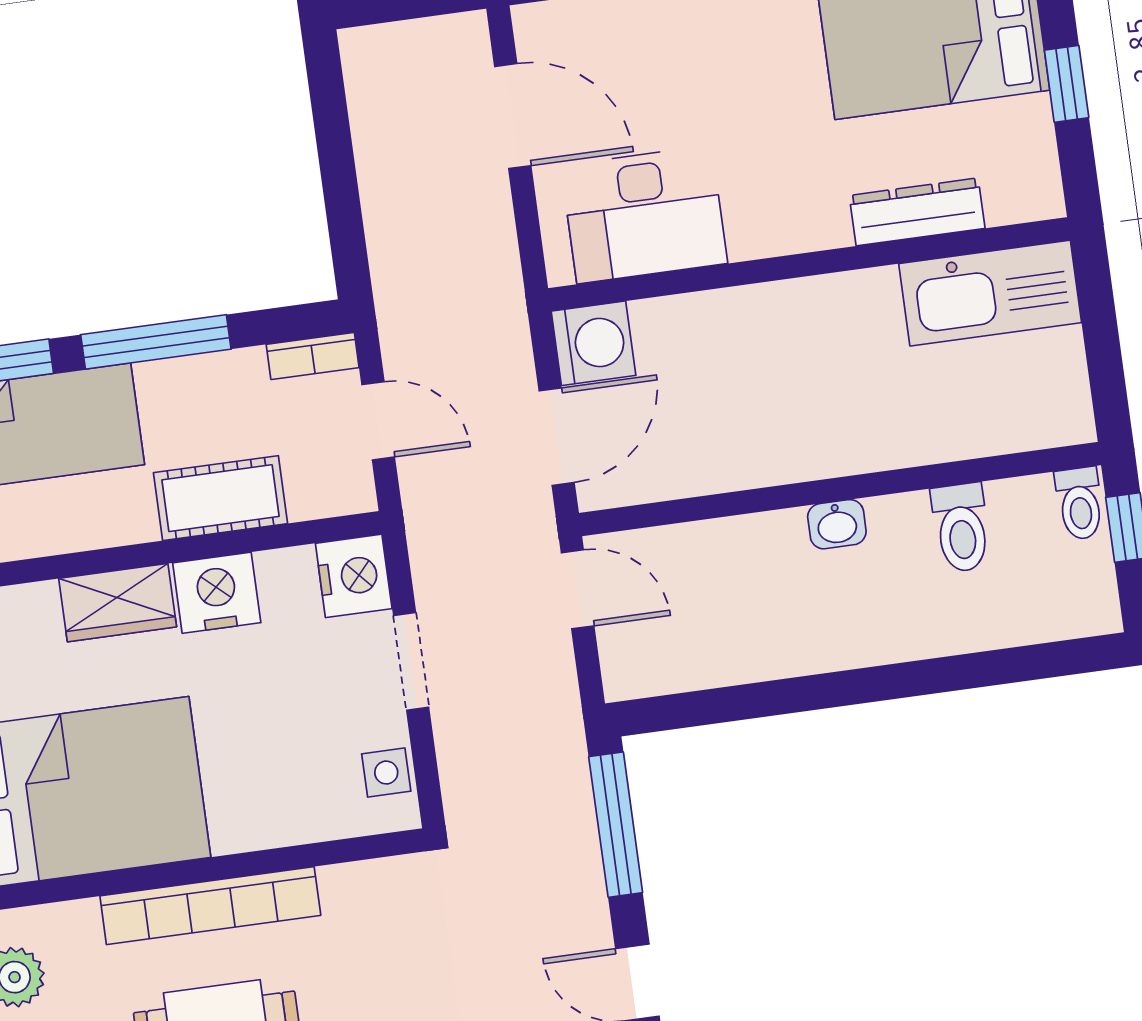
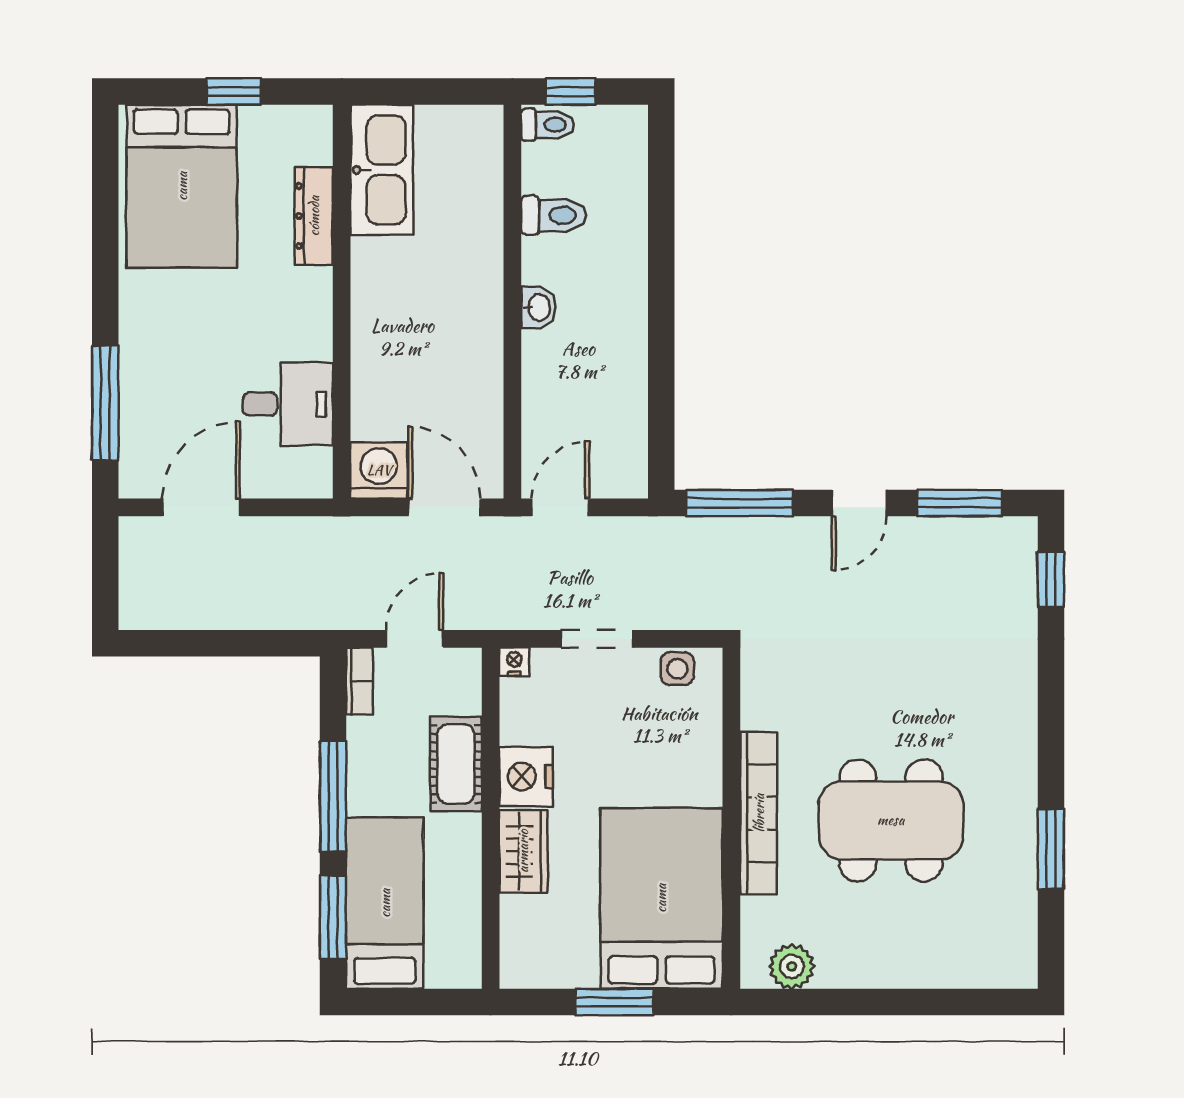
desk: (644, 215) -> (288, 404), width x0.73
nightstand: (354, 576) -> (514, 662), width x0.53, depth x0.56

